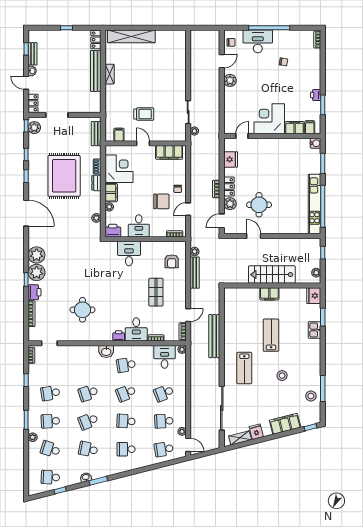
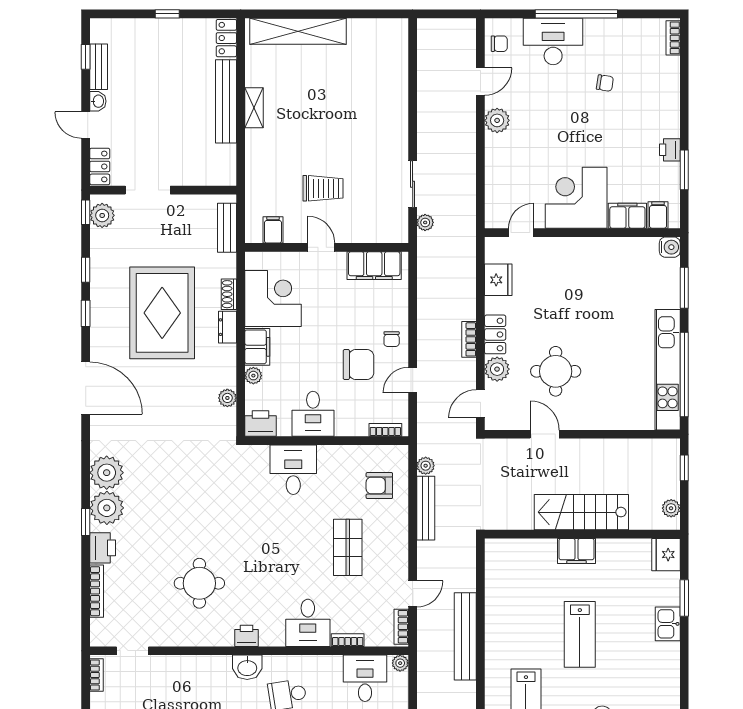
armchair: (172, 261) -> (379, 486), turned 90
lab bench: (271, 335) -> (580, 634), turned 180
printer: (119, 336) -> (246, 636), moved

